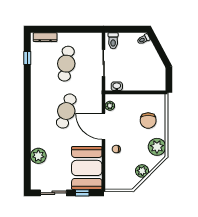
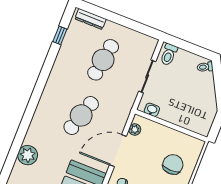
chair: (148, 121) -> (173, 164), turned 180
door: (104, 126) -> (118, 151), hinge flipped

